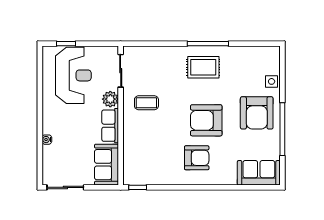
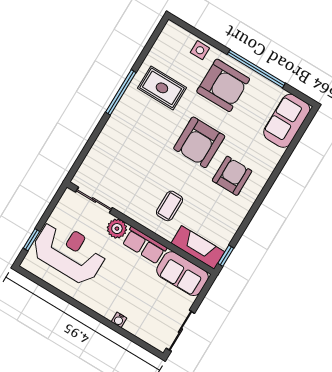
rug: (203, 67) -> (162, 88), moved, turned 90
coffee table: (146, 103) -> (170, 206), moved
fireplace: (132, 164) -> (198, 248), added

